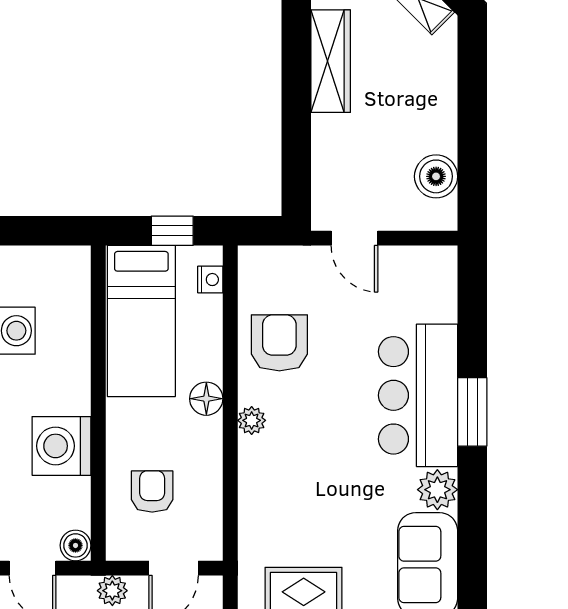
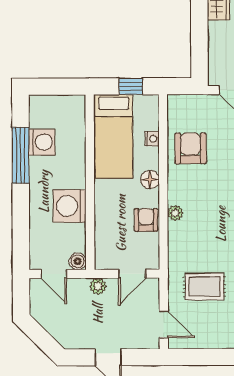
nightstand: (210, 280) -> (152, 139), moved
plant: (252, 420) -> (175, 213), moved
armchair: (152, 491) -> (146, 220), moved

